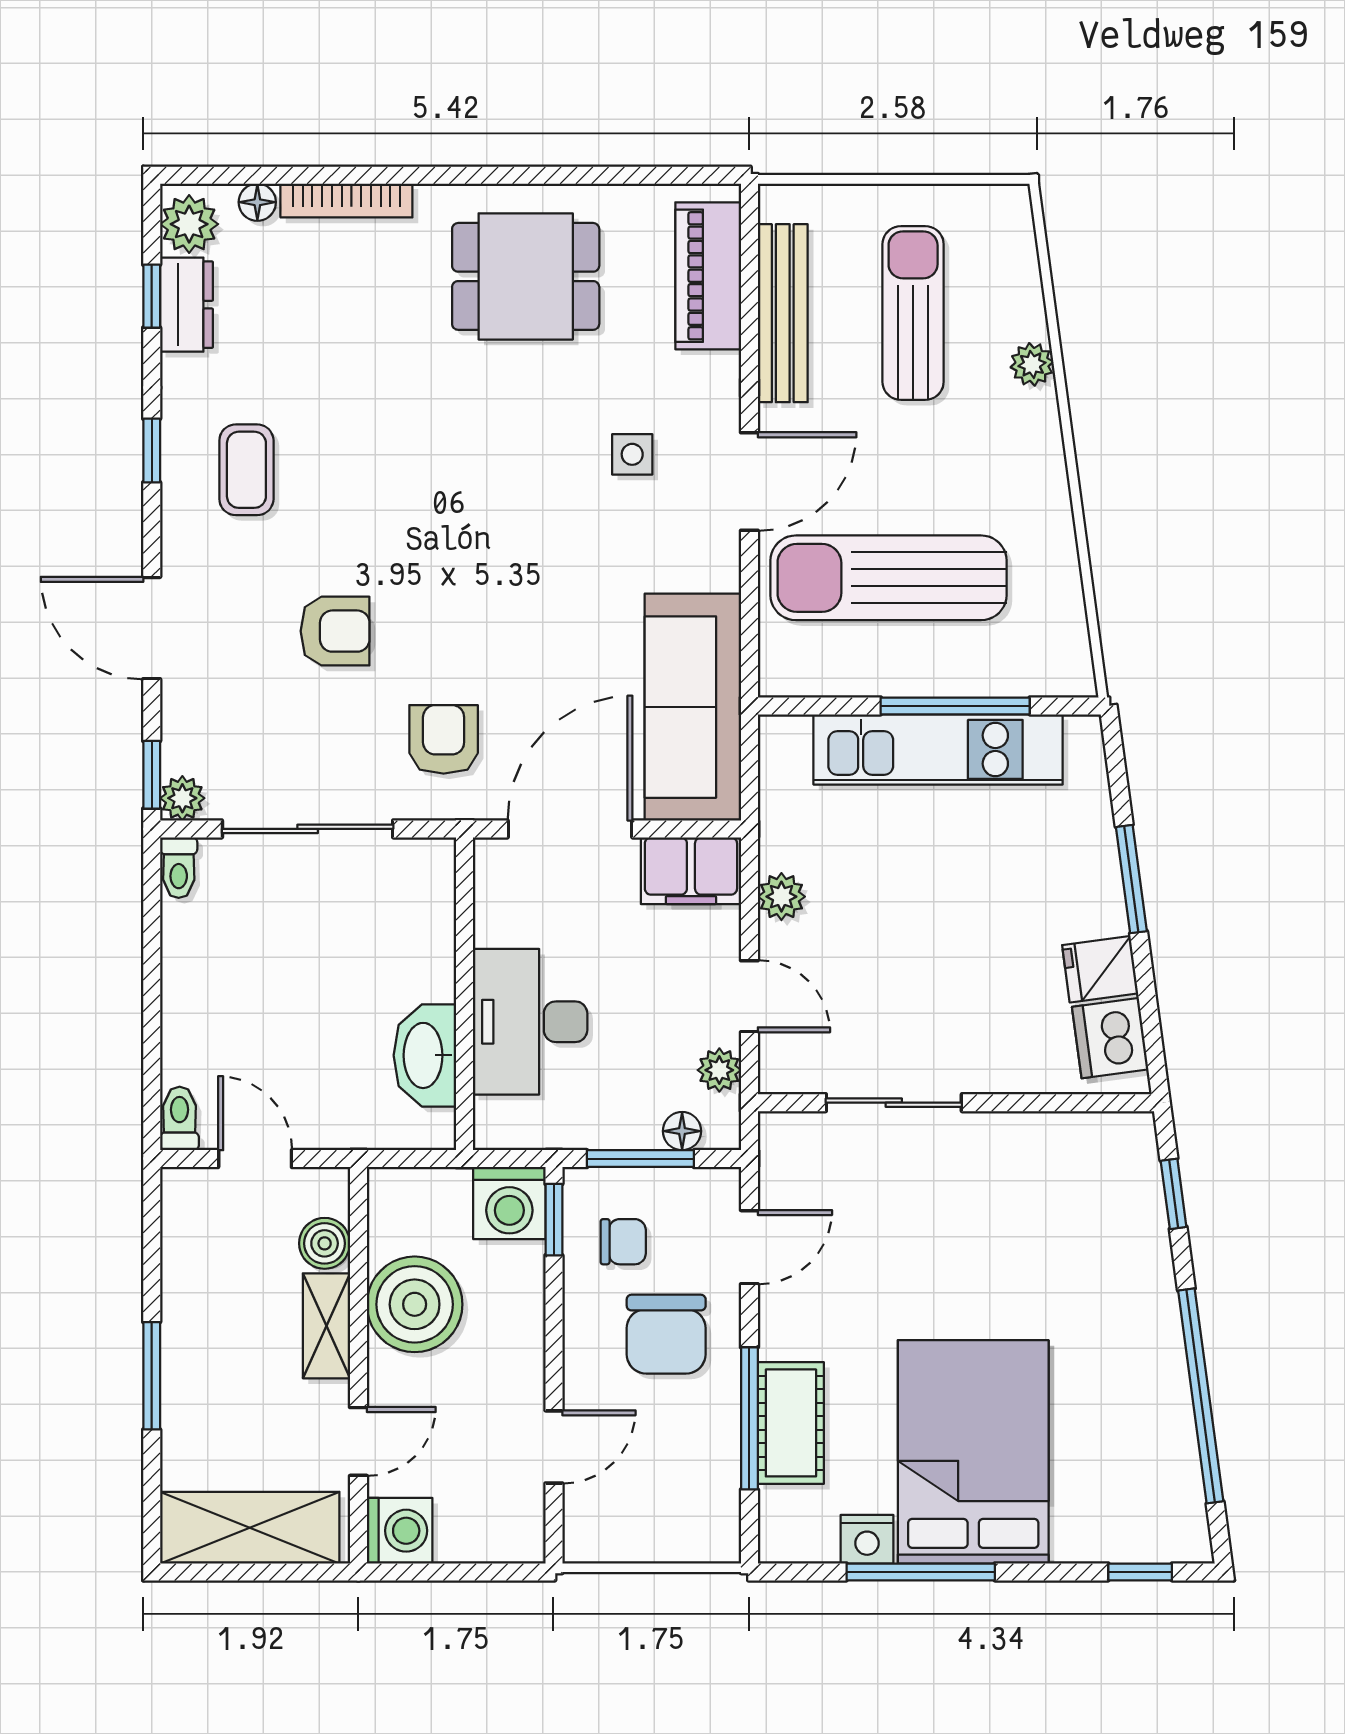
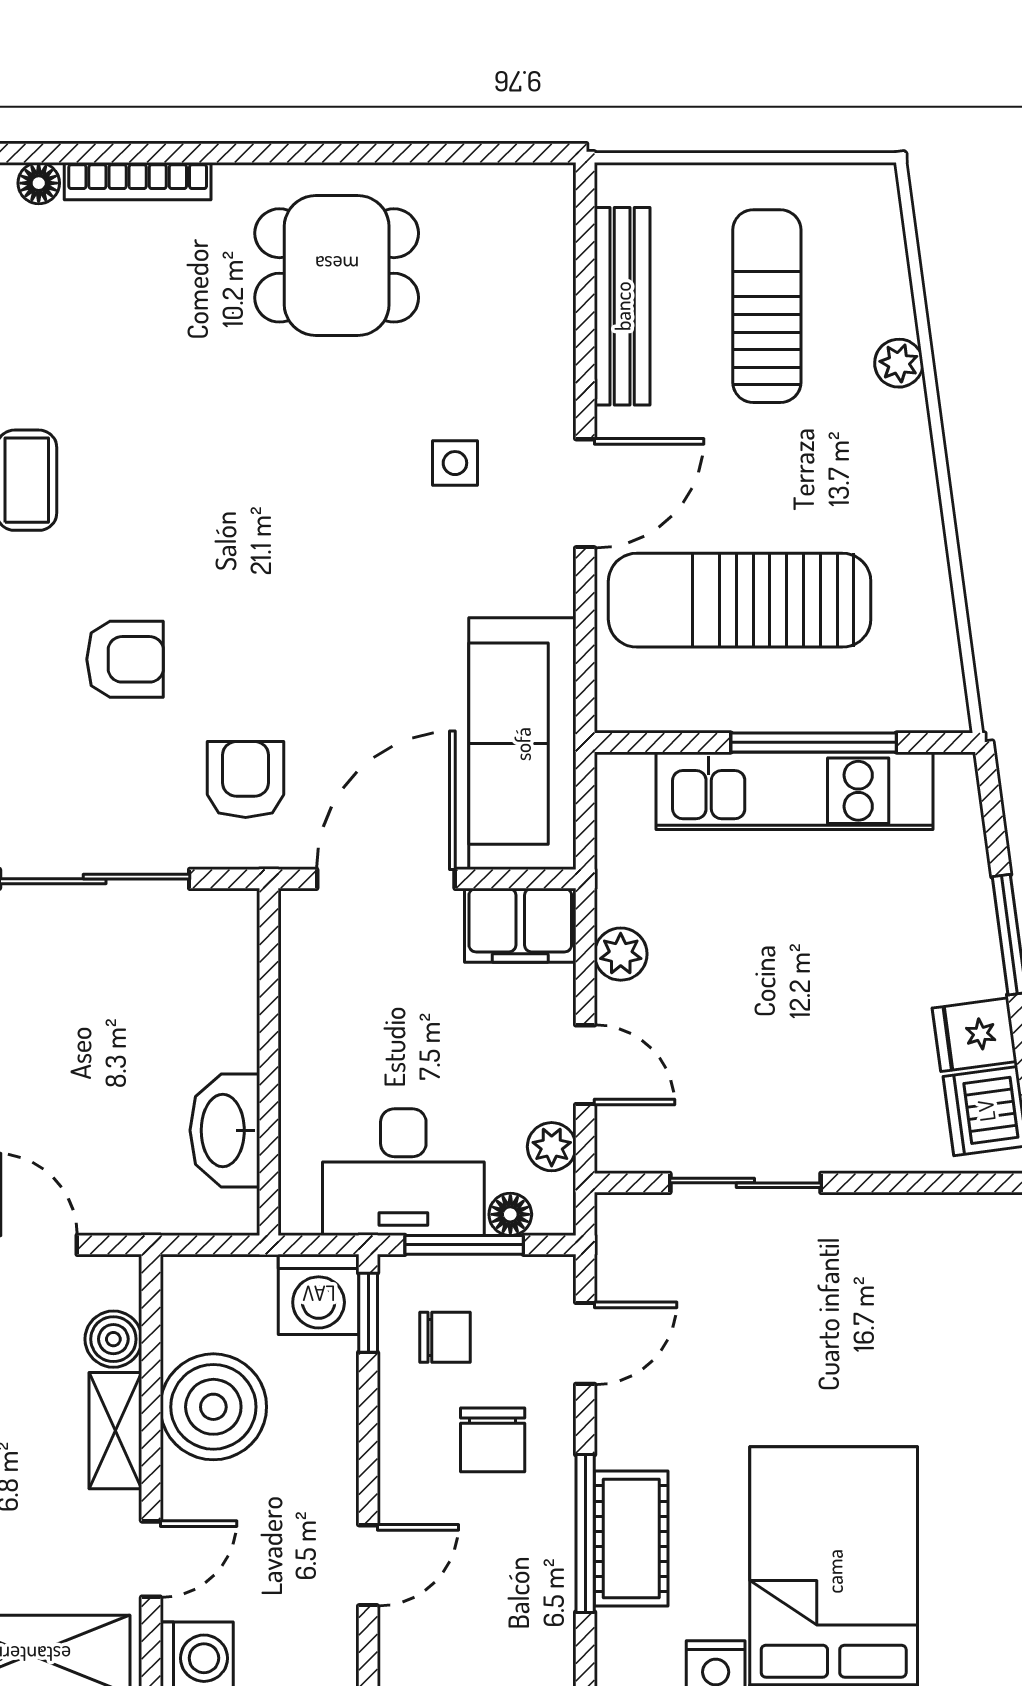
piano: (708, 276) -> (539, 265), removed
desk: (530, 1022) -> (403, 1172), moved, turned -90
chair: (666, 1334) -> (493, 1440), width x0.73, depth x0.73

